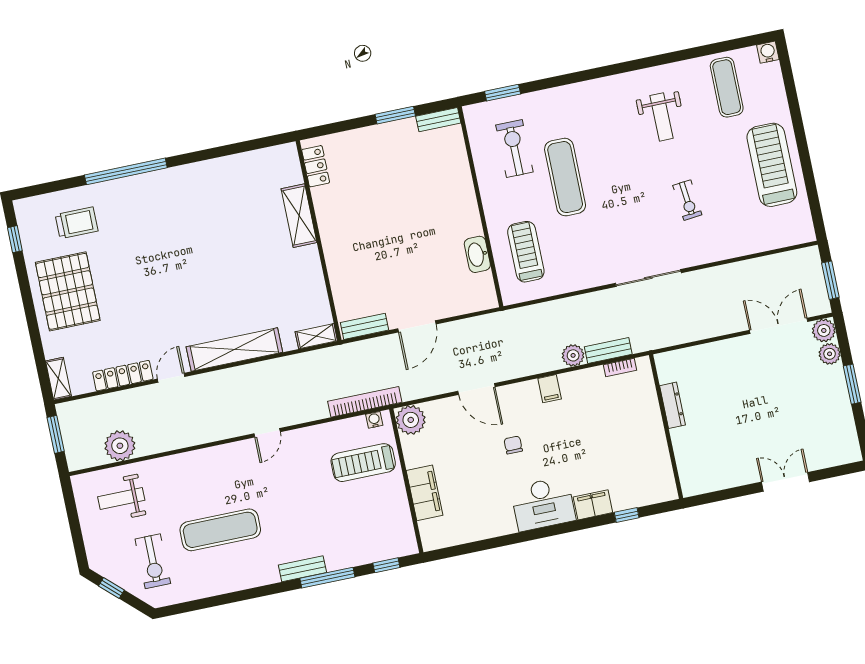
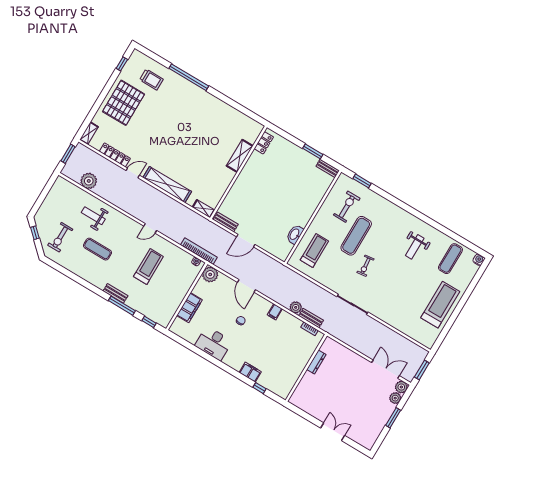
exercise bike: (687, 200) -> (365, 266), moved
treadmill: (363, 463) -> (148, 267), moved, turned 90
weight bench: (121, 498) -> (93, 216), moved
desk: (543, 504) -> (213, 343), moved
exercise mat: (220, 530) -> (98, 249), width x0.73, depth x0.69

